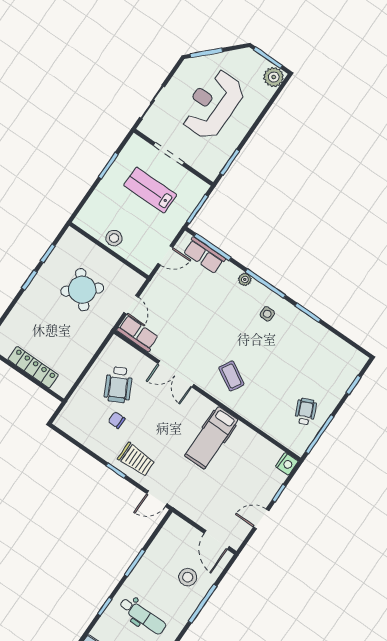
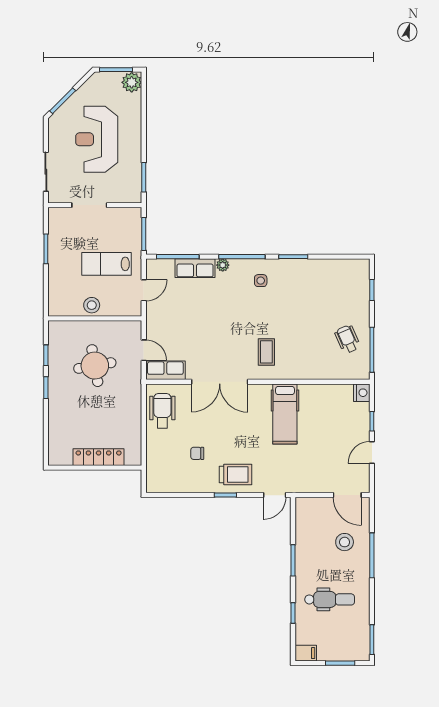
lab bench: (150, 190) -> (106, 264), moved
row of seats: (204, 255) -> (195, 268), moved
round table: (82, 290) -> (95, 366), turned 30
double door: (176, 374) -> (220, 382), width x1.37
coffee table: (231, 376) -> (266, 352), turned 60
wheelchair: (118, 385) -> (162, 411), moved, turned -153

